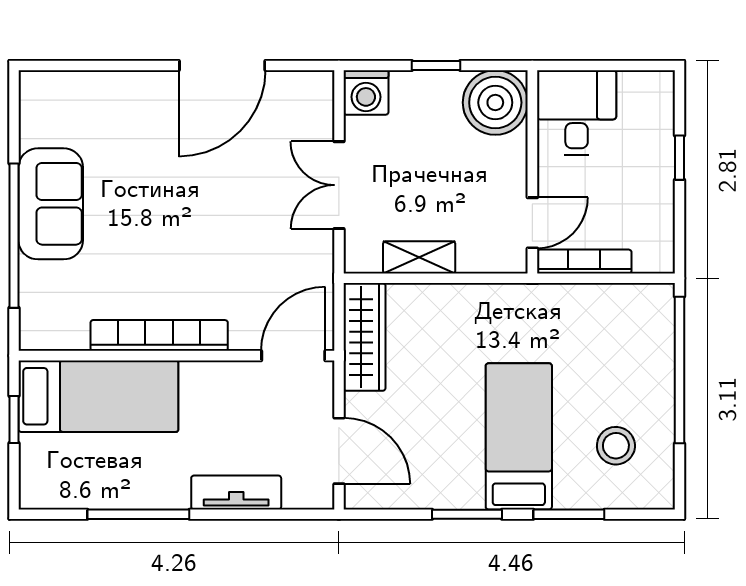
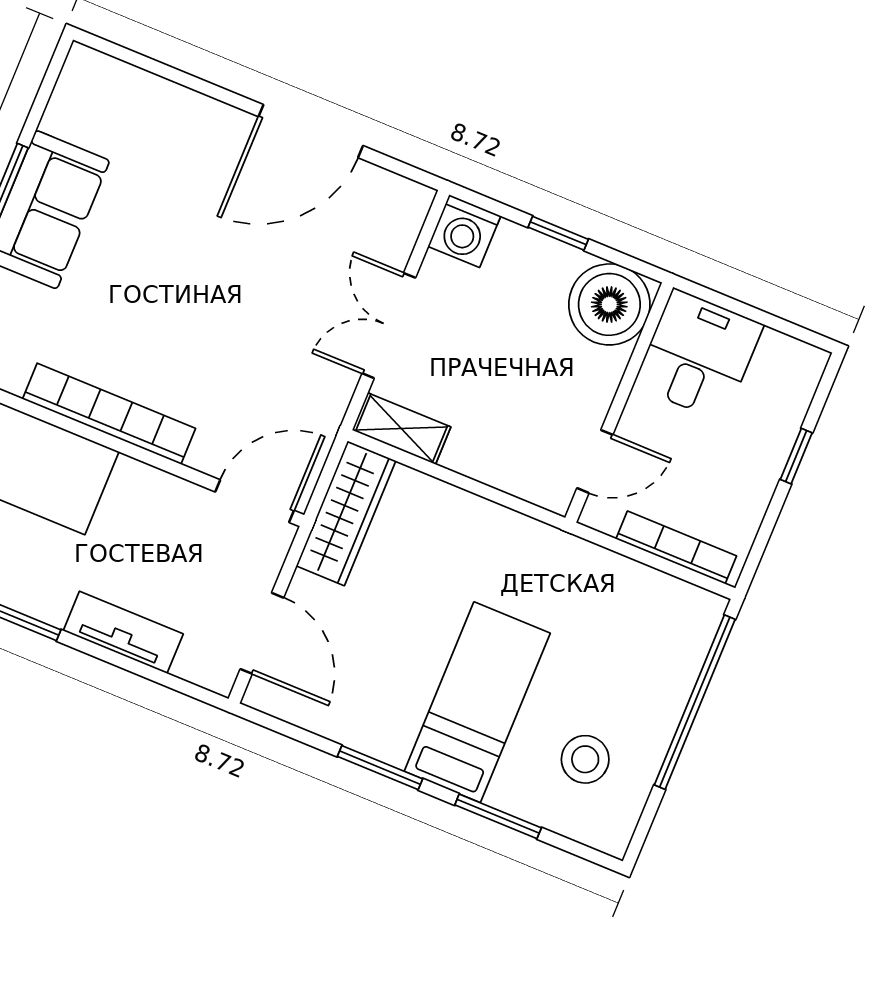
shelving: (419, 257) -> (401, 429), moved
bookcase: (584, 262) -> (676, 547), moved

